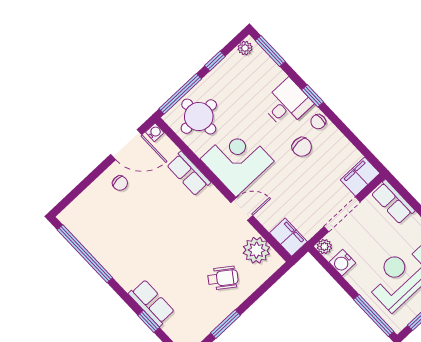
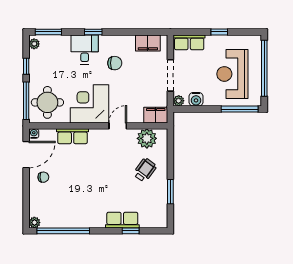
chair: (318, 122) -> (110, 42), removed
filing cabinet: (360, 177) -> (148, 43), moved, turned -90
plant: (66, 217) -> (34, 223), added

